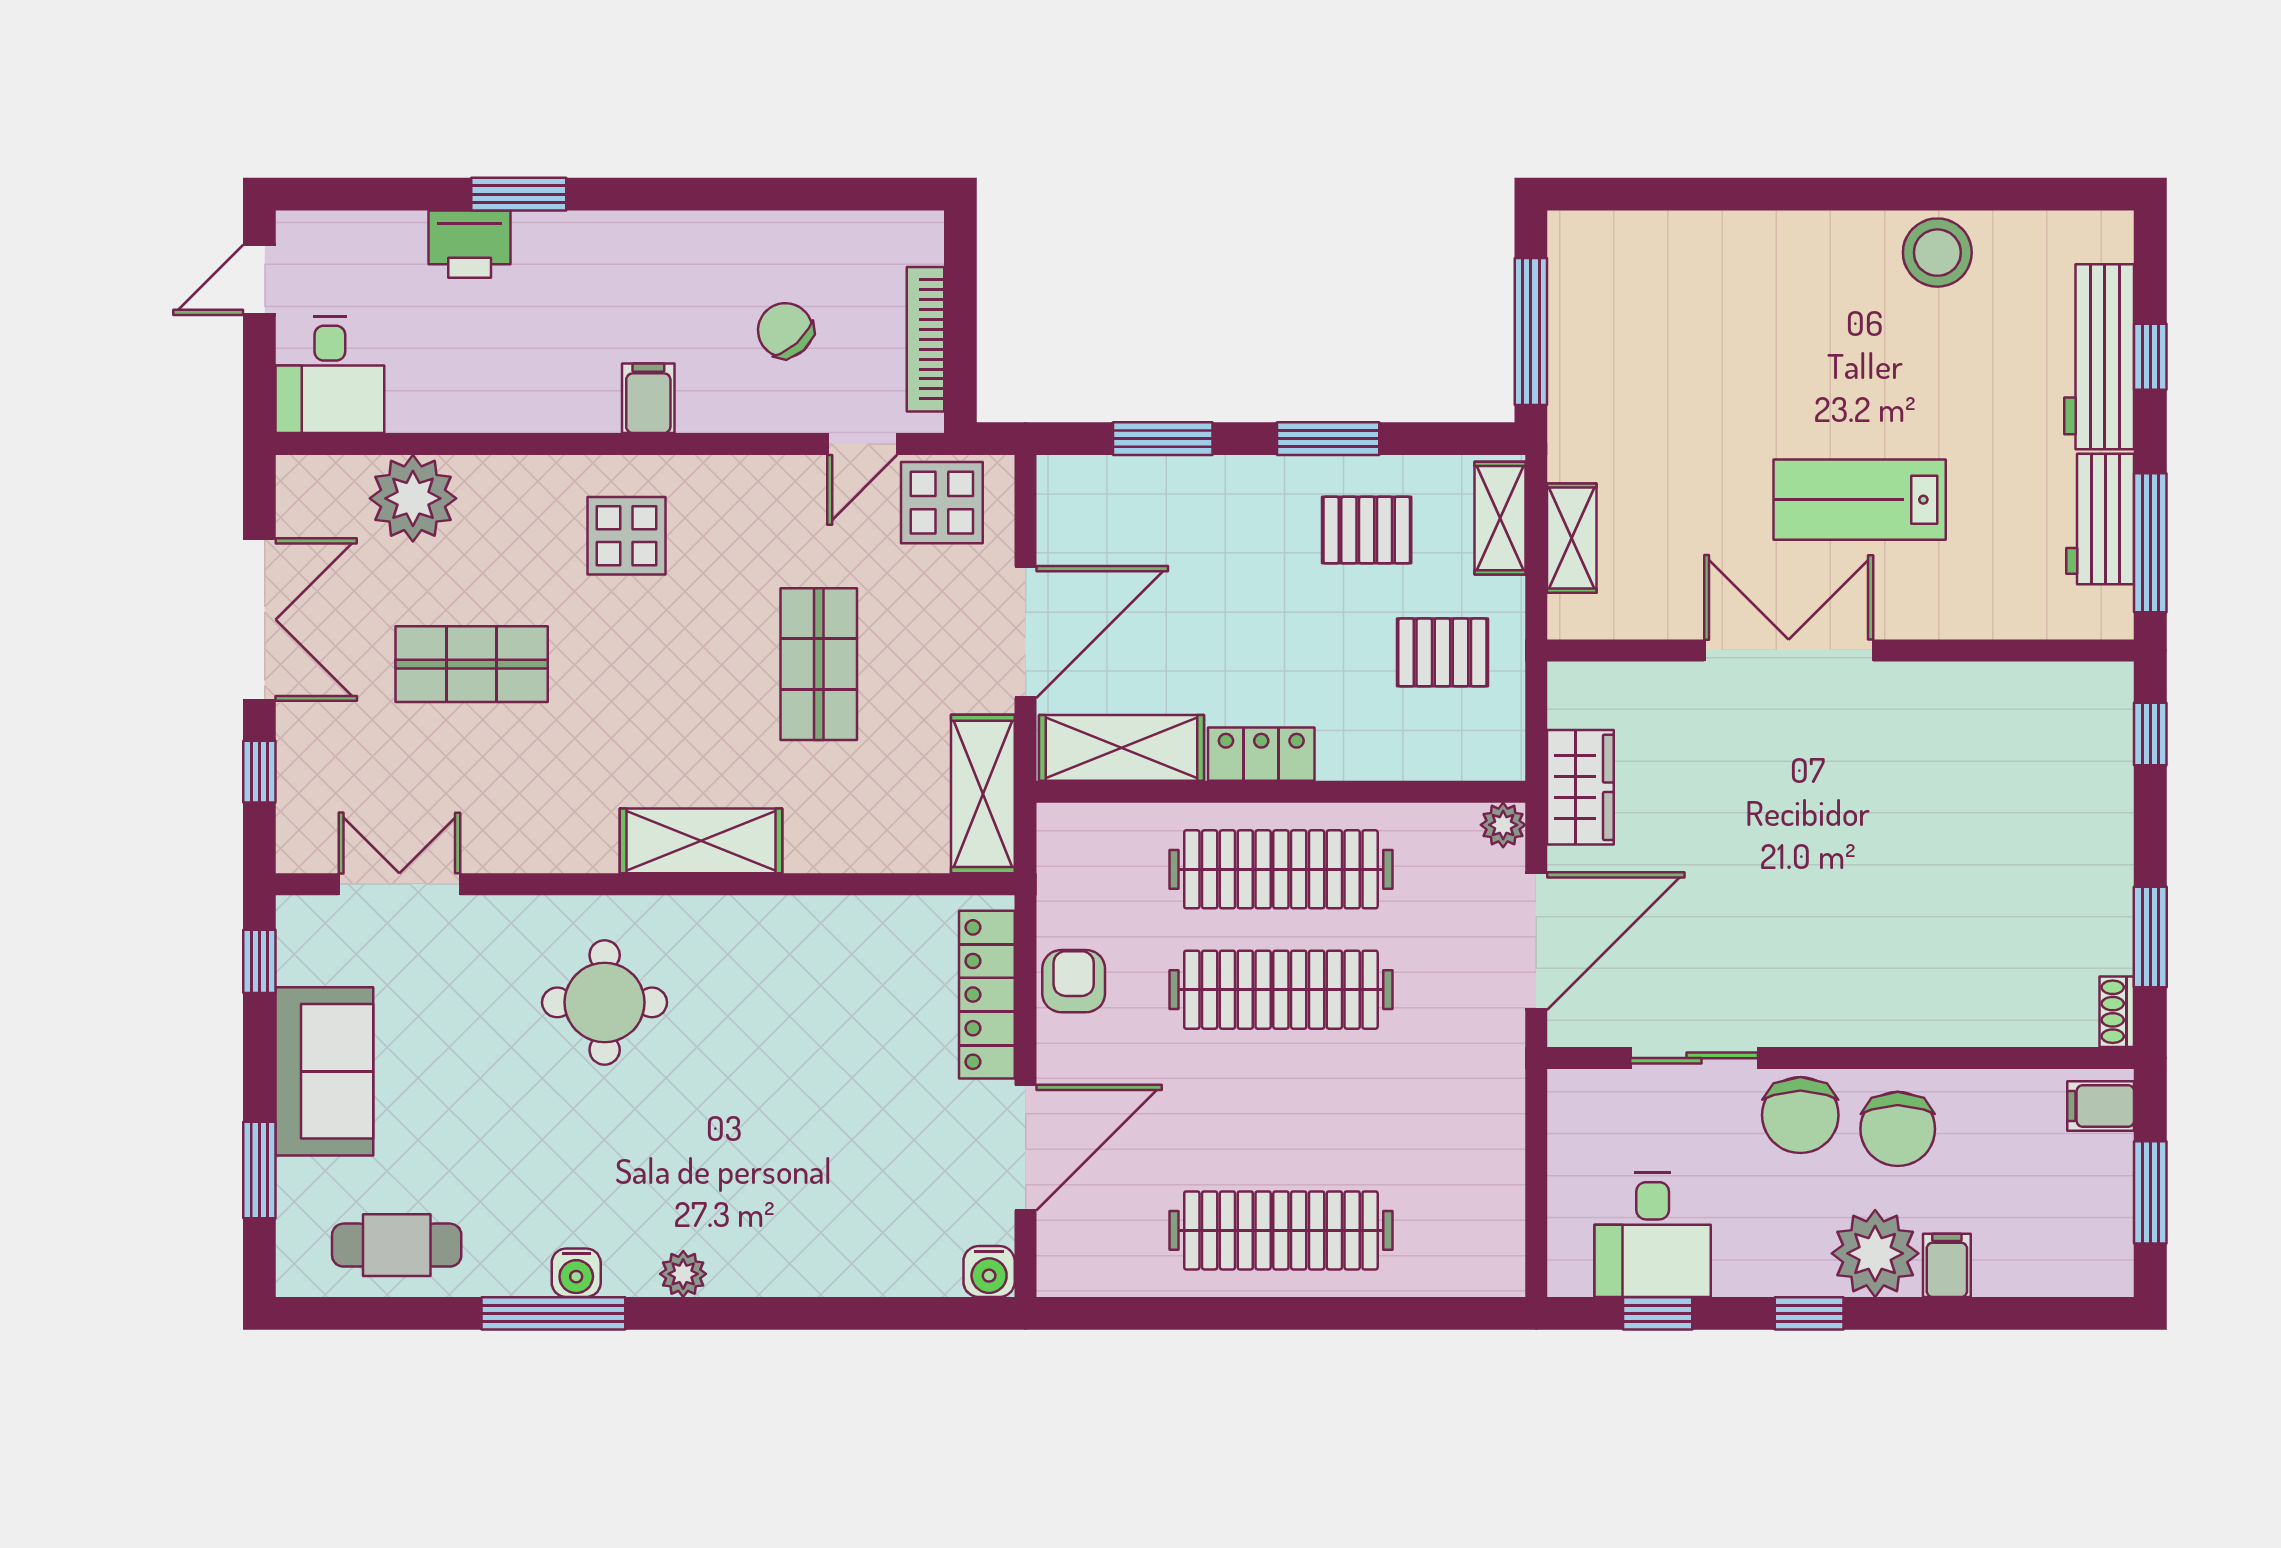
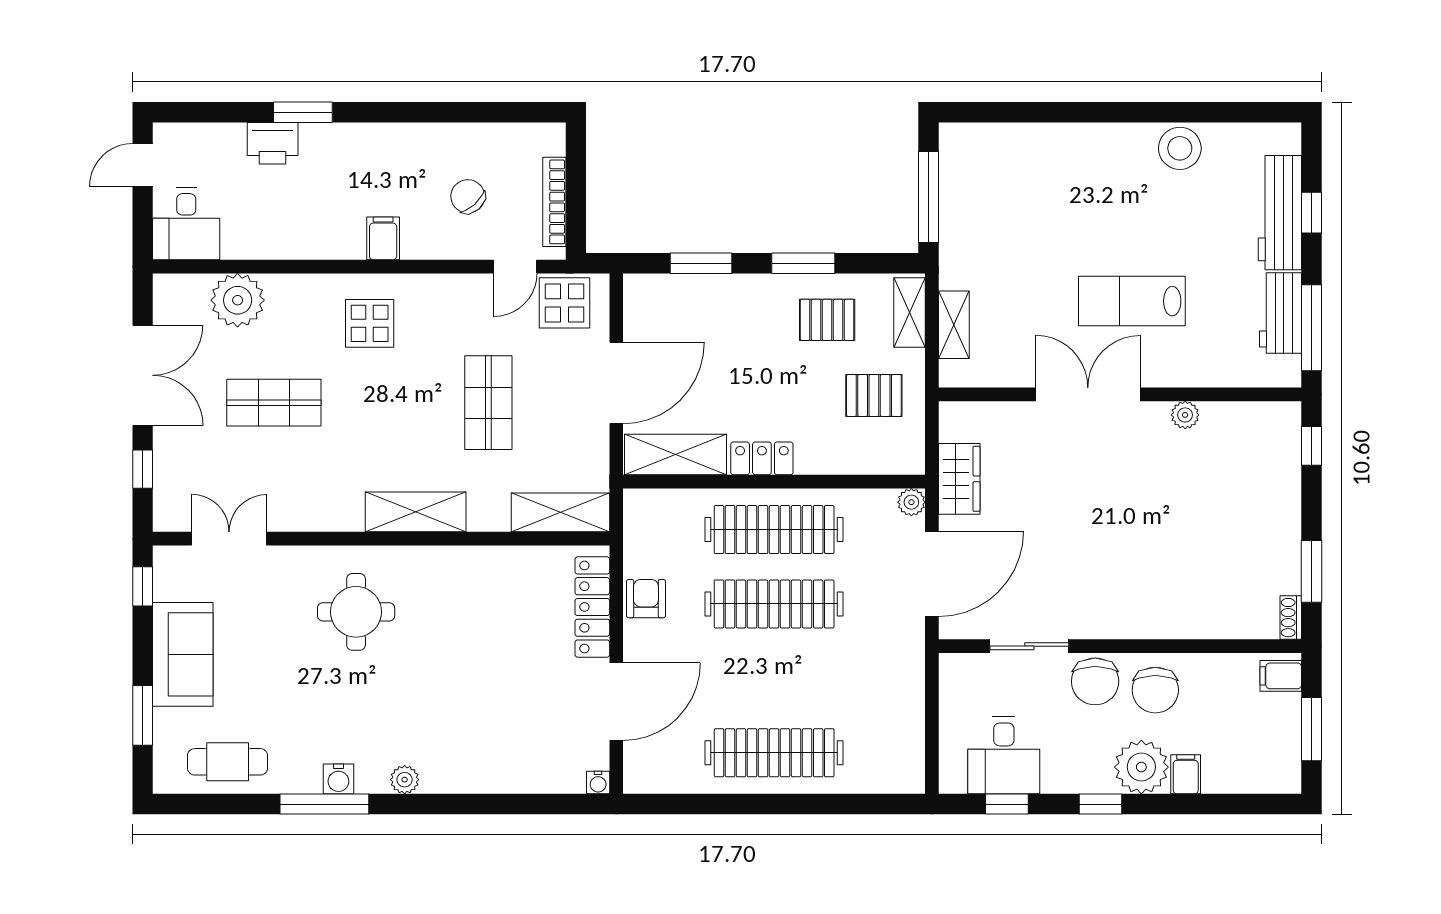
plant: (1946, 684) -> (1185, 415), added
shelving: (983, 794) -> (560, 512), moved, turned 90
water cooler: (989, 1272) -> (598, 783), width x0.72, depth x0.72

